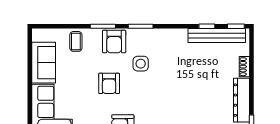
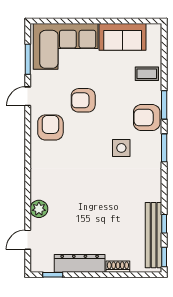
armchair: (109, 83) -> (83, 100), moved

